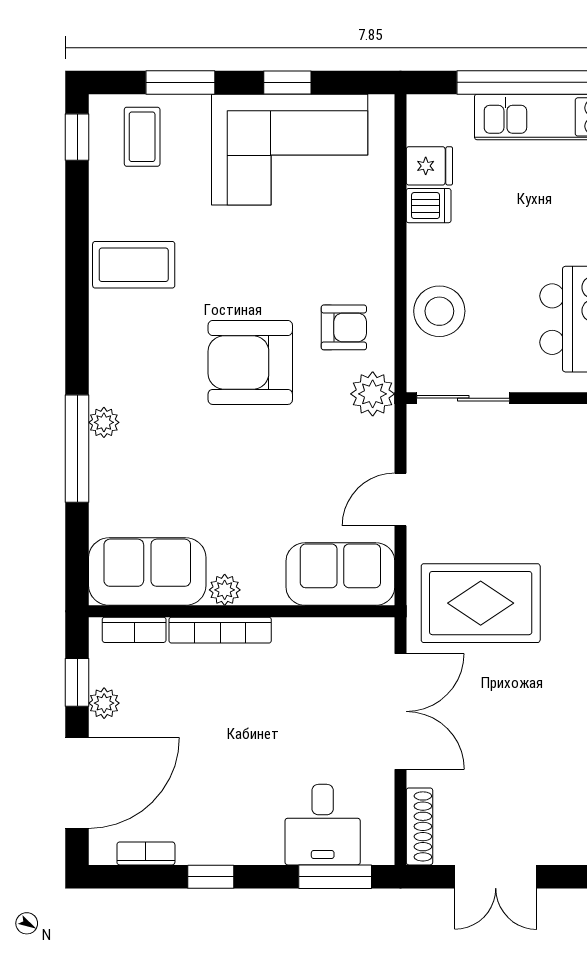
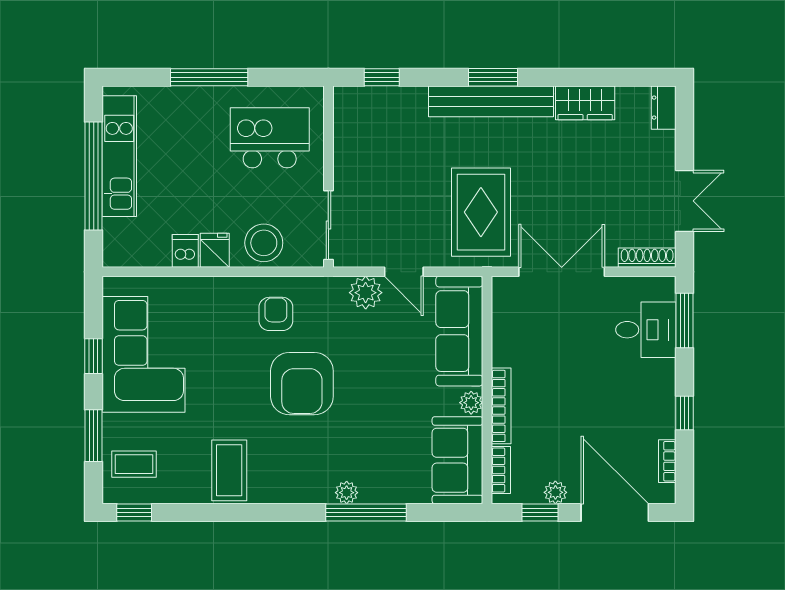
fridge: (429, 166) -> (215, 250), moved
plant: (373, 394) -> (366, 293), moved
sofa: (340, 574) -> (459, 331), width x1.36

